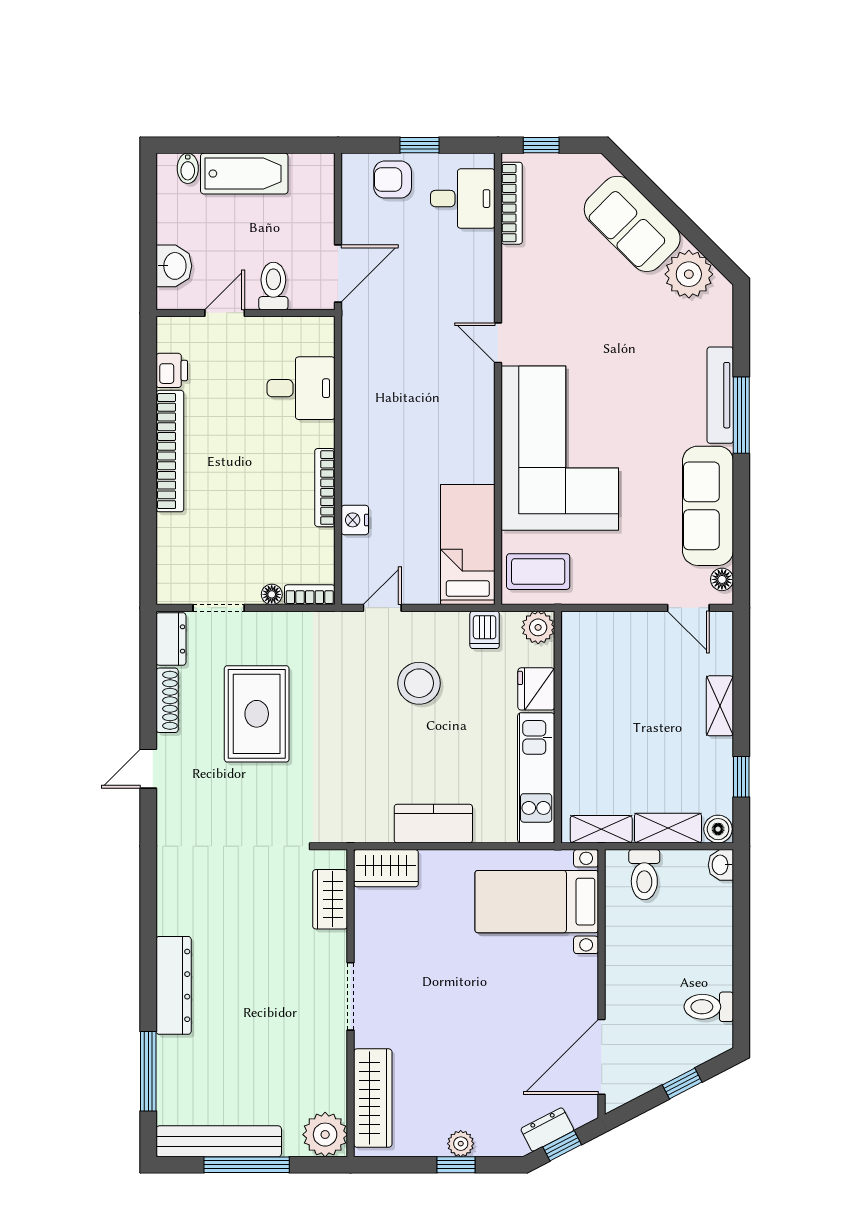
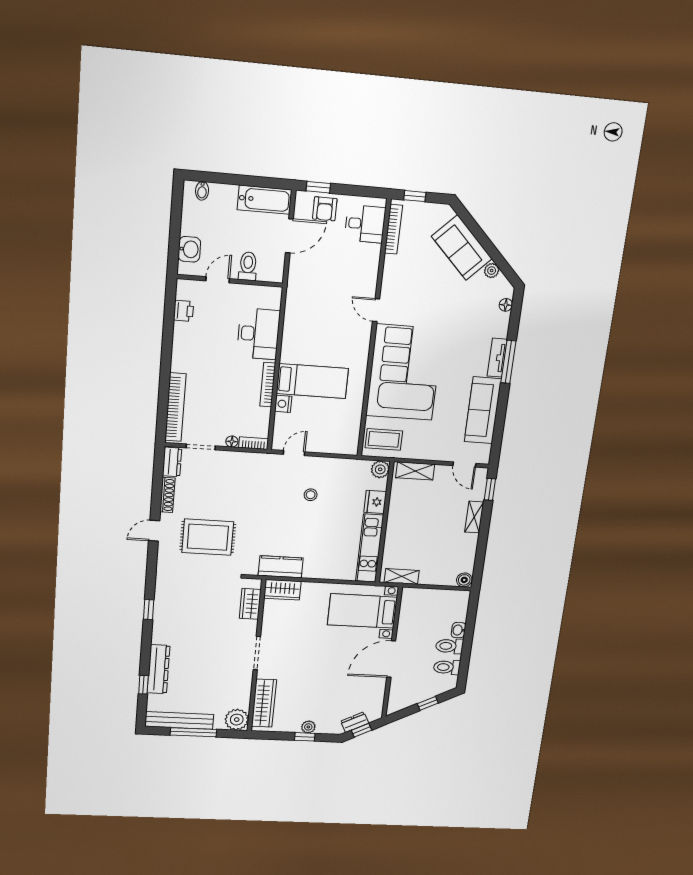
window: (420, 145) -> (318, 187), moved
bathtub: (244, 174) -> (265, 200), moved
armchair: (393, 180) -> (325, 209), turned -90
door: (338, 274) -> (289, 236), moved
plant: (689, 274) -> (492, 271), width x0.53, depth x0.53
desk: (301, 388) -> (258, 334), width x1.37
tv unit: (720, 395) -> (497, 358), width x0.71
bookcase: (170, 451) -> (175, 407), moved
bed: (468, 545) -> (312, 381), moved, turned 90
floor lamp: (722, 579) -> (506, 305), moved
dishwasher: (485, 630) -> (350, 469), removed
stool: (419, 683) -> (311, 495), width x0.53, depth x0.53
rug: (257, 714) -> (208, 537), moved, turned 90
window: (741, 777) -> (490, 489), moved
kitchen counter: (433, 824) -> (281, 567), moved
shelving: (668, 828) -> (415, 471), moved
washbasin: (721, 865) -> (459, 630), moved
toilet: (644, 875) -> (449, 646), moved, turned 90
window: (148, 921) -> (149, 609), added
dresser: (174, 985) -> (158, 669), moved
door: (602, 1057) -> (391, 659), moved
window: (148, 1071) -> (143, 685), width x0.46

